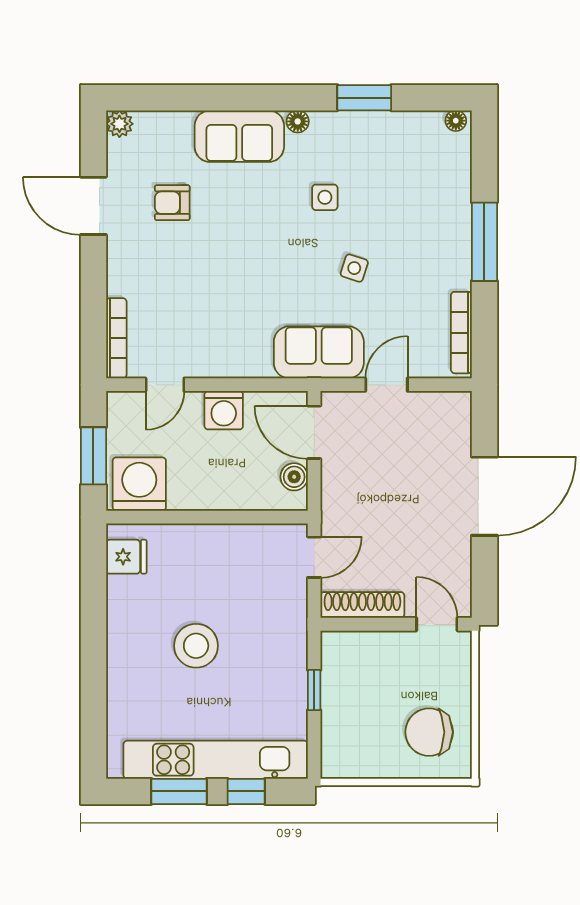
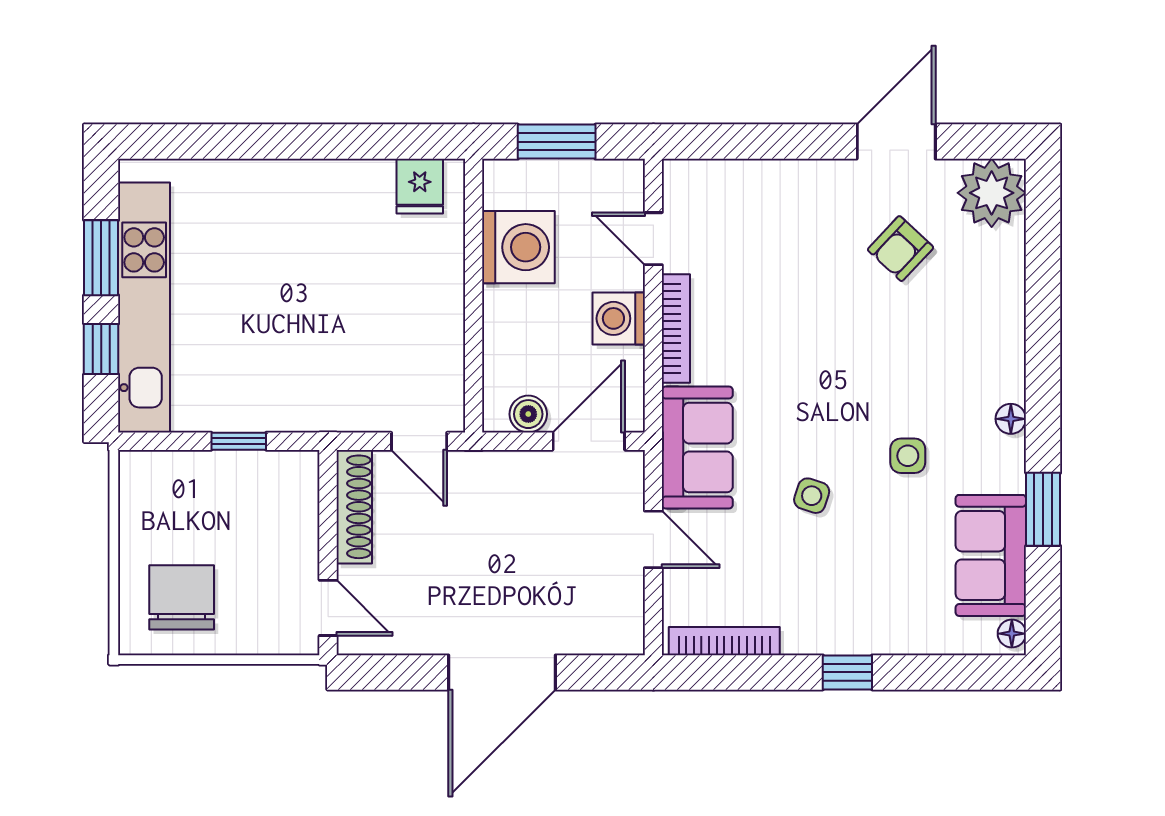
plant: (119, 124) -> (992, 193), width x1.88, depth x1.88
sofa: (239, 136) -> (991, 555), moved
armchair: (172, 203) -> (901, 249), turned -137
window: (484, 242) -> (847, 672), width x0.46
bookcase: (116, 338) -> (676, 329), moved, turned -90
washing machine: (139, 484) -> (518, 247), moved
door: (484, 496) -> (502, 672), hinge flipped
door: (437, 624) -> (328, 608), hinge flipped
stool: (196, 646) -> (299, 281), removed

